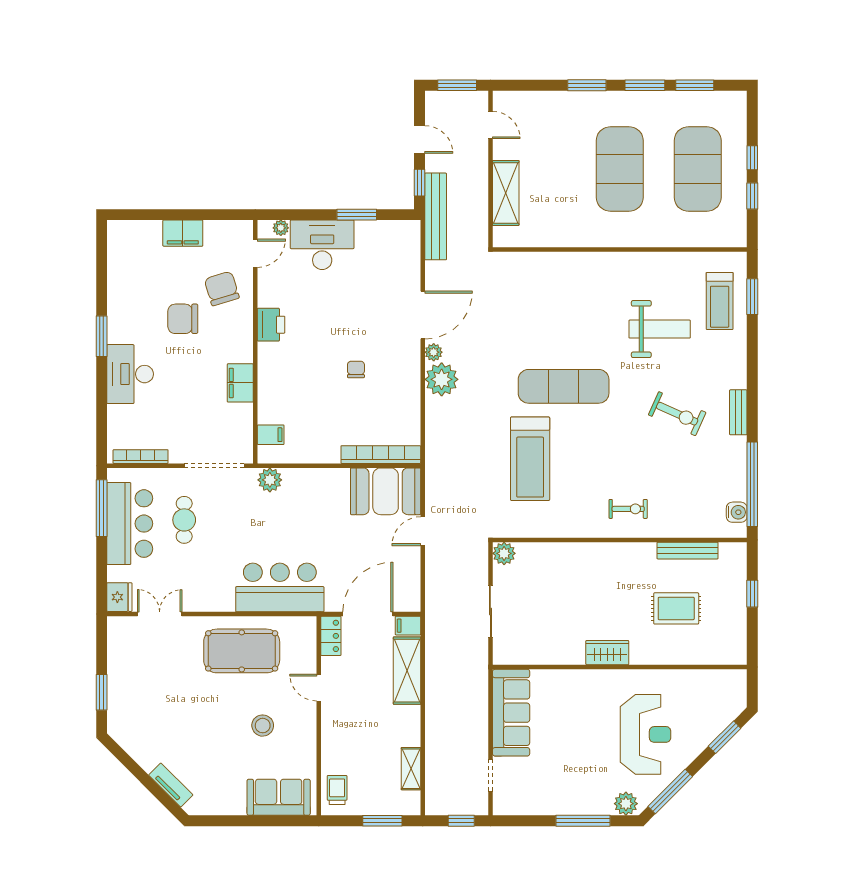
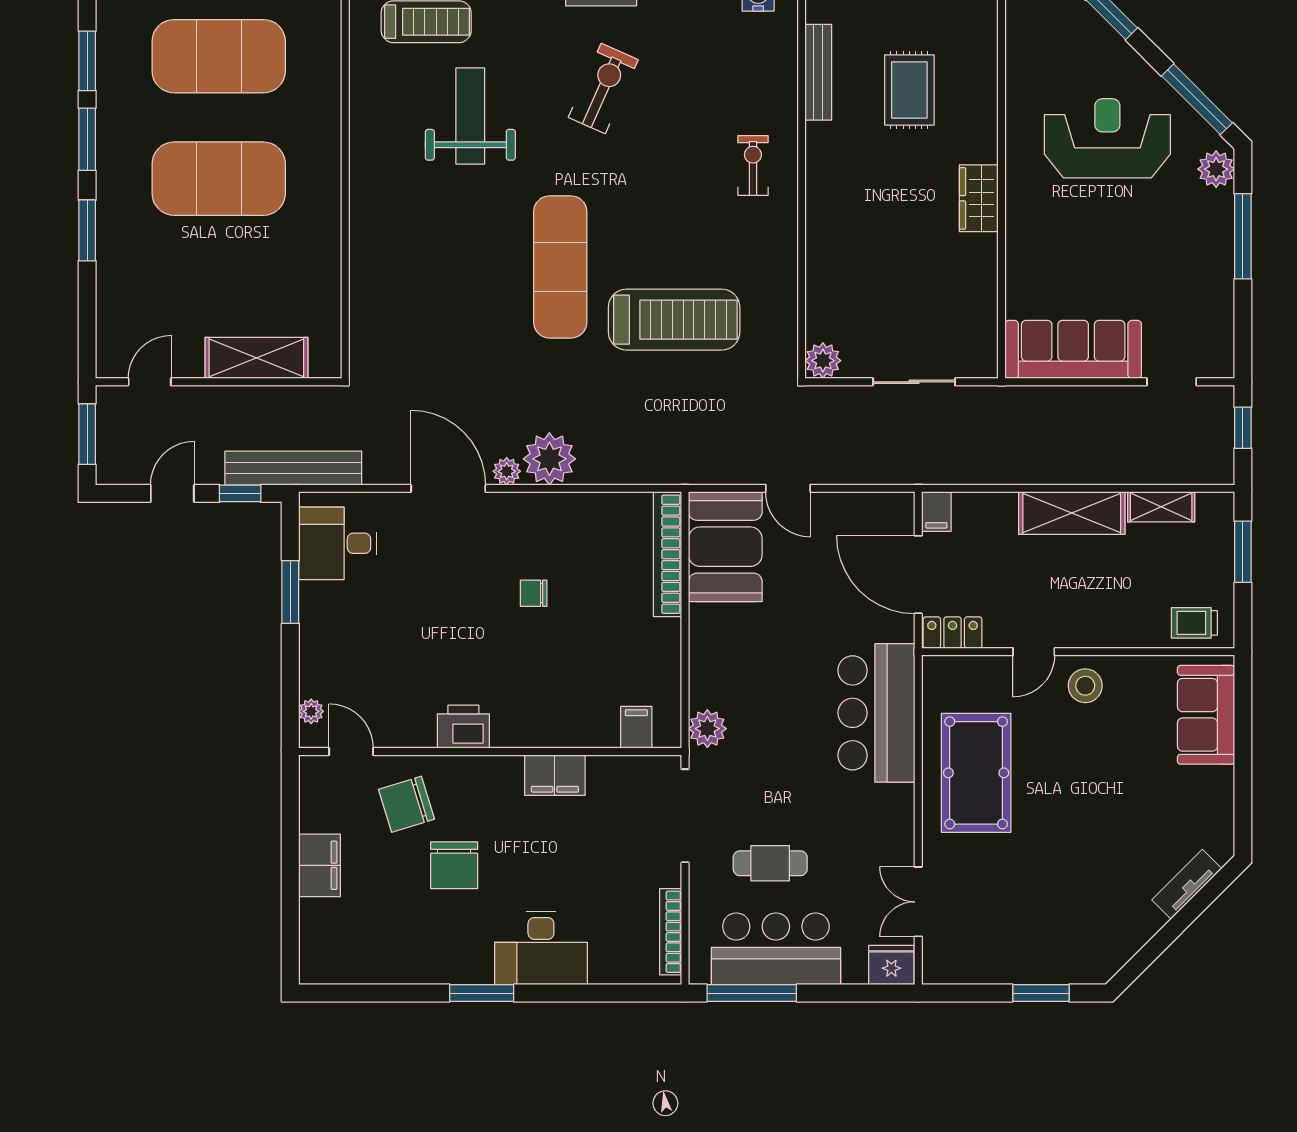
desk: (322, 245) -> (338, 543), moved, width x0.73
shelving: (407, 671) -> (1072, 513), moved
stool: (263, 726) -> (1085, 686), moved

